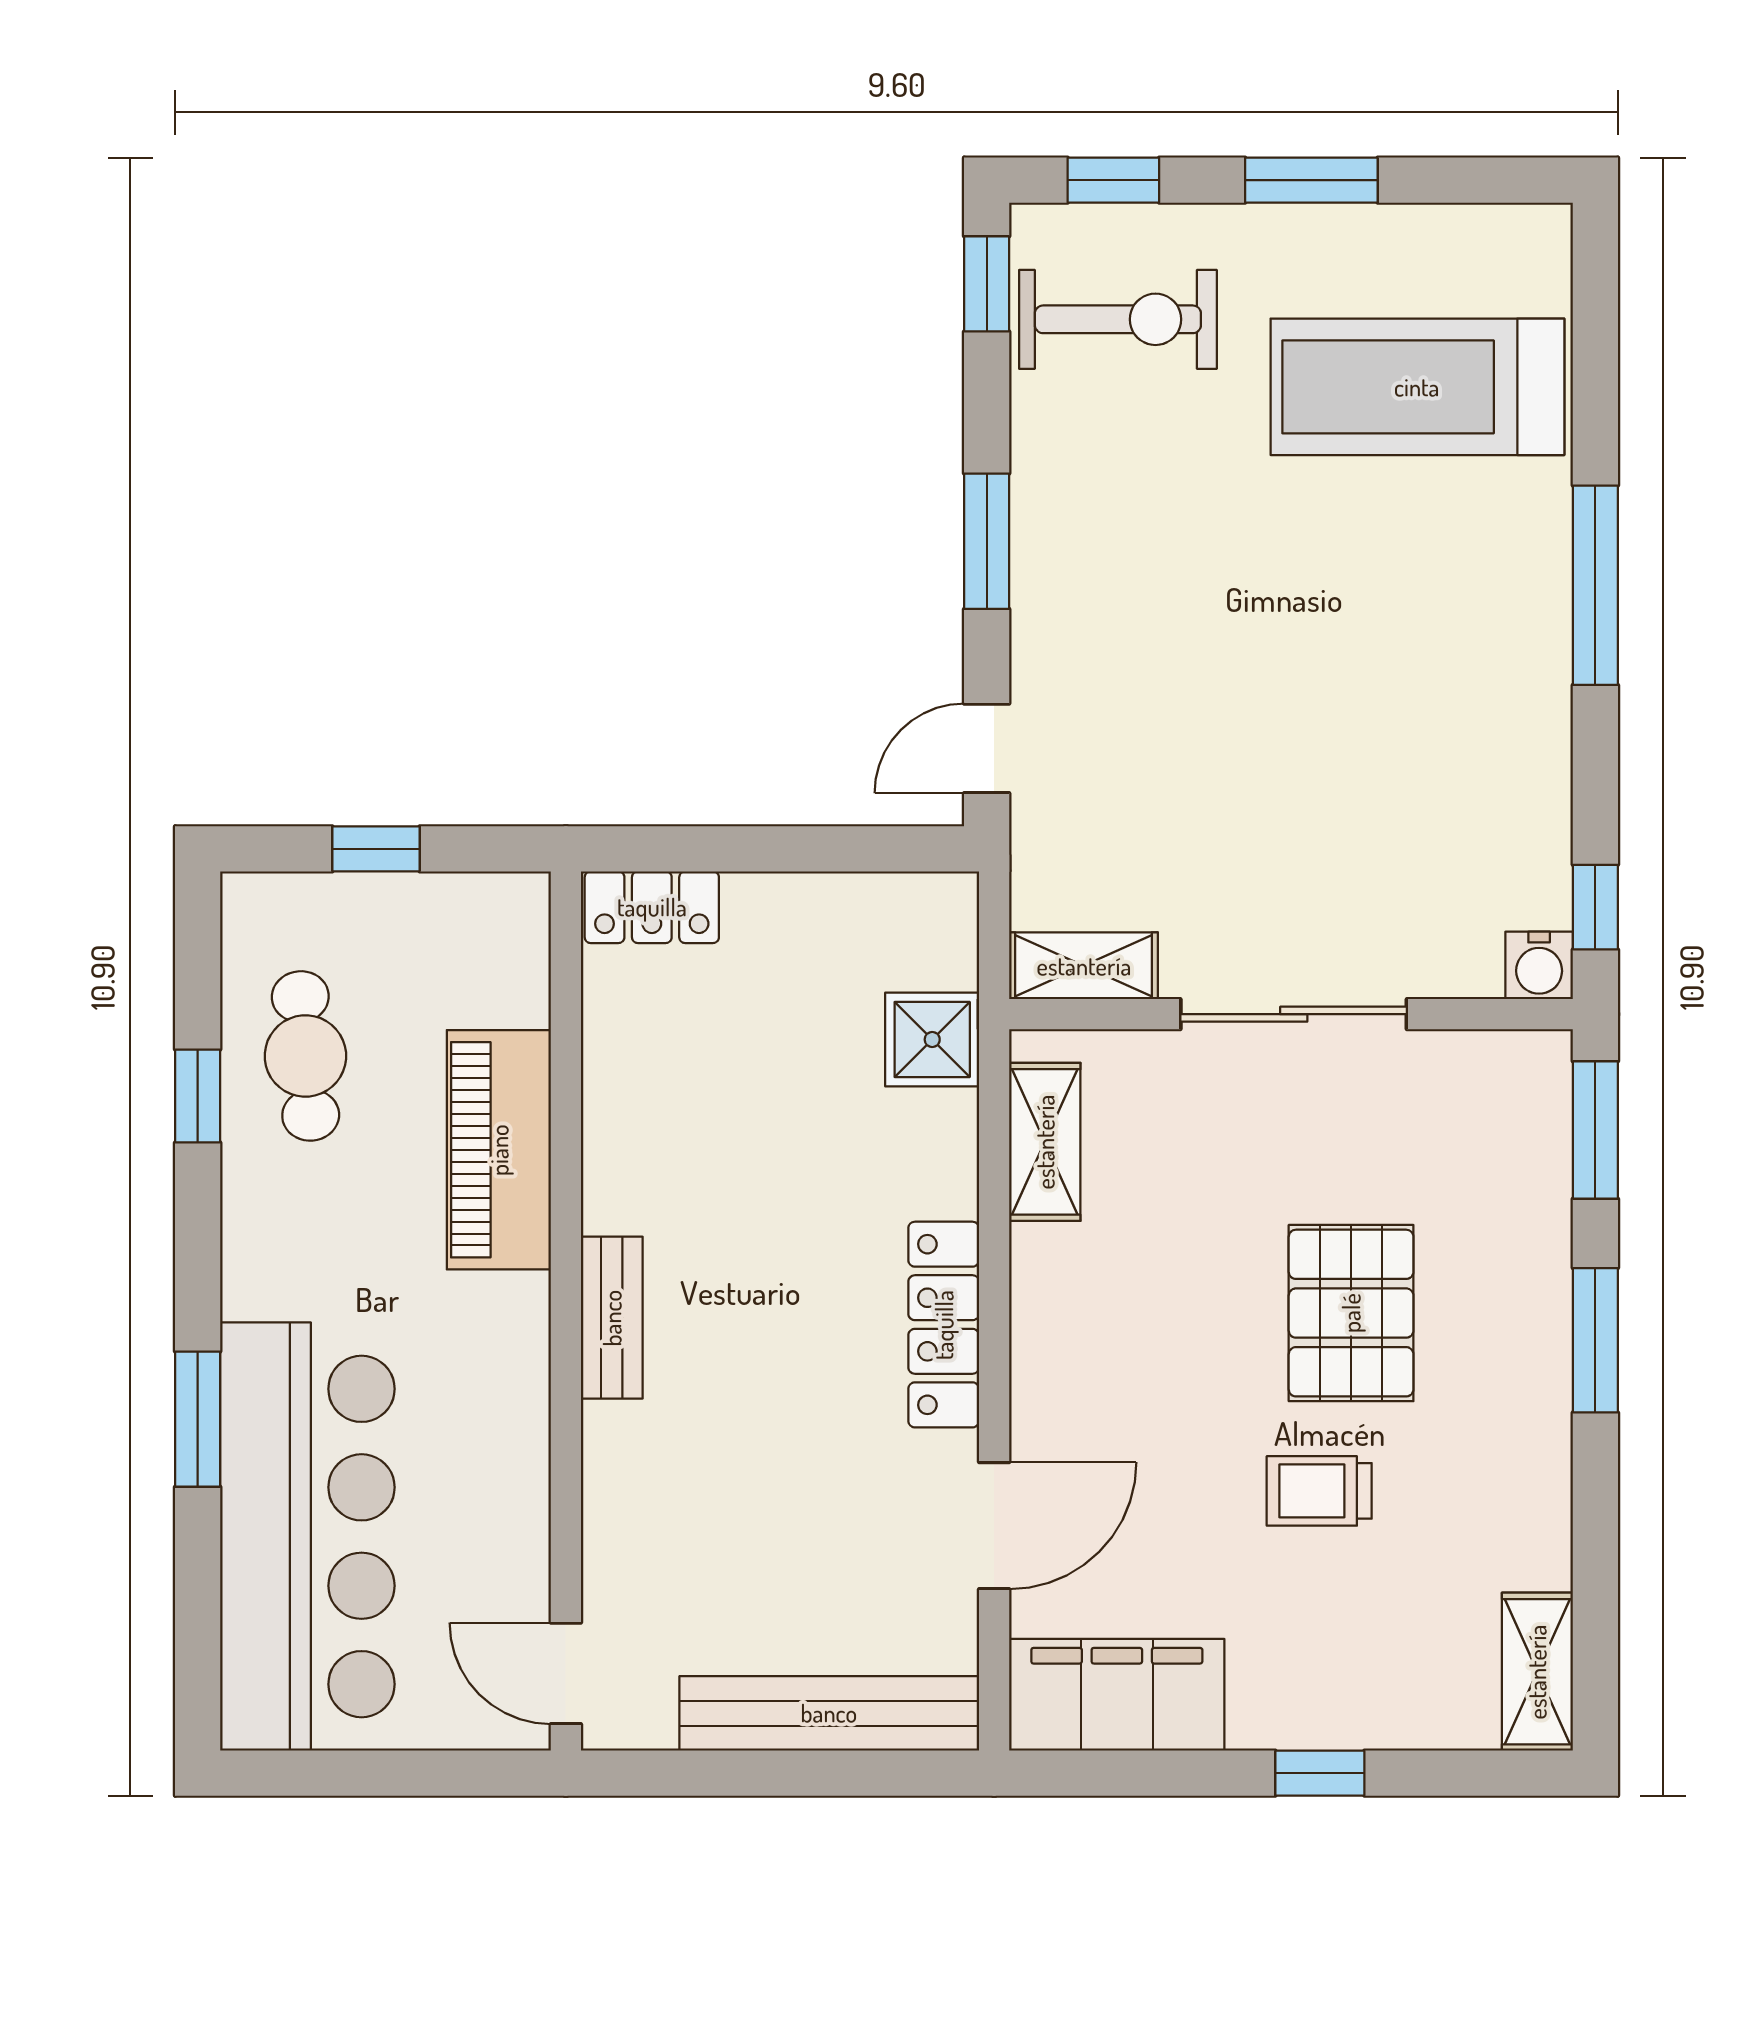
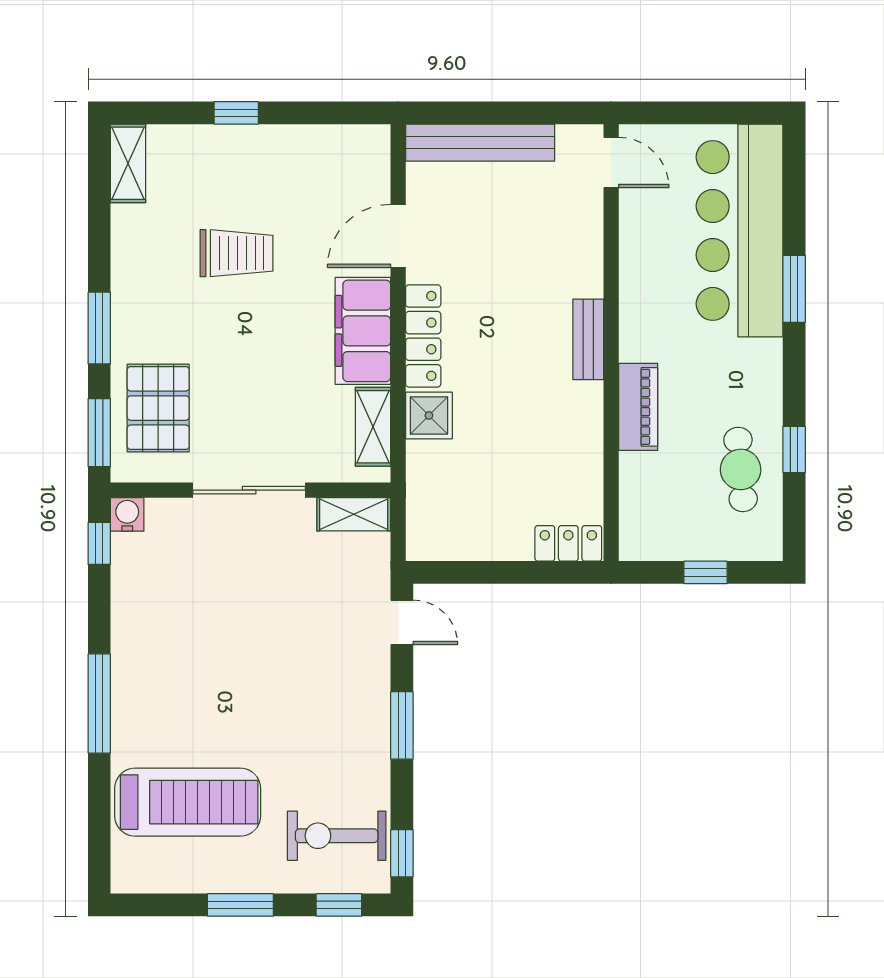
door: (987, 748) -> (402, 622), hinge flipped
shower: (932, 1039) -> (429, 416), moved
piano: (499, 1150) -> (638, 407), width x0.73, depth x0.75
pallet: (1351, 1313) -> (158, 408), moved
trolley: (1319, 1491) -> (237, 253), width x1.36, depth x1.39
filing cabinet: (1117, 1695) -> (363, 331), moved, turned 90

